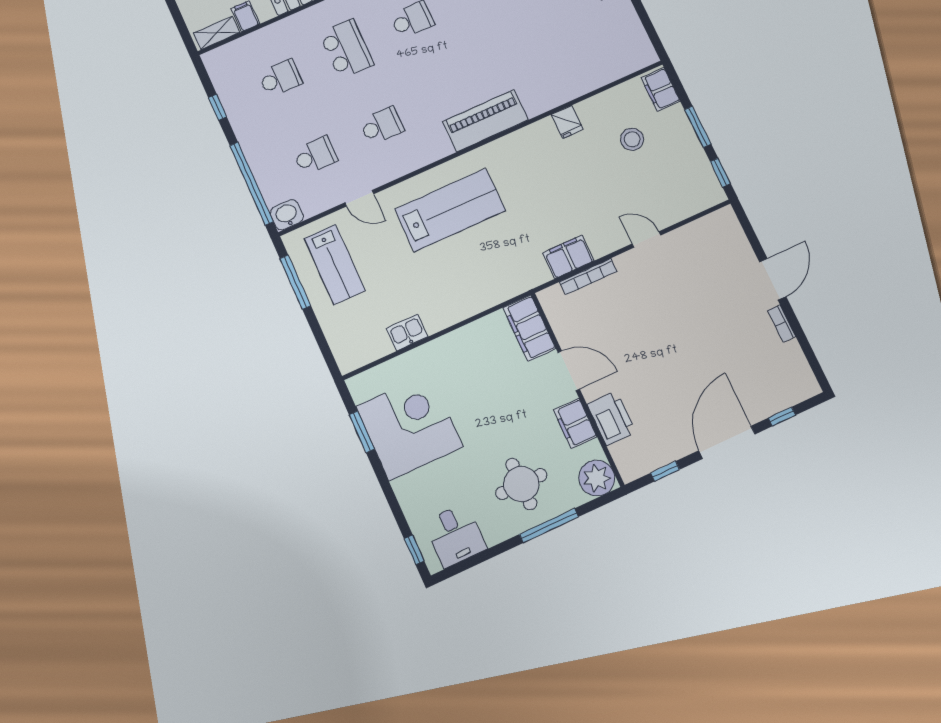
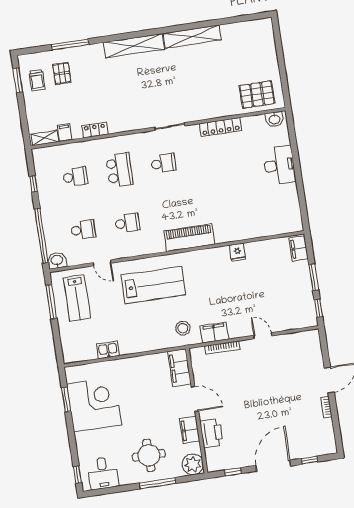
stool: (632, 139) -> (183, 328), moved

